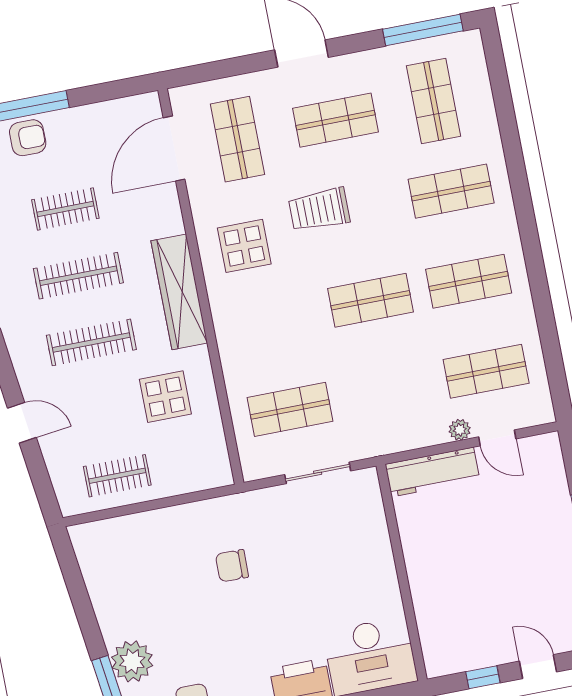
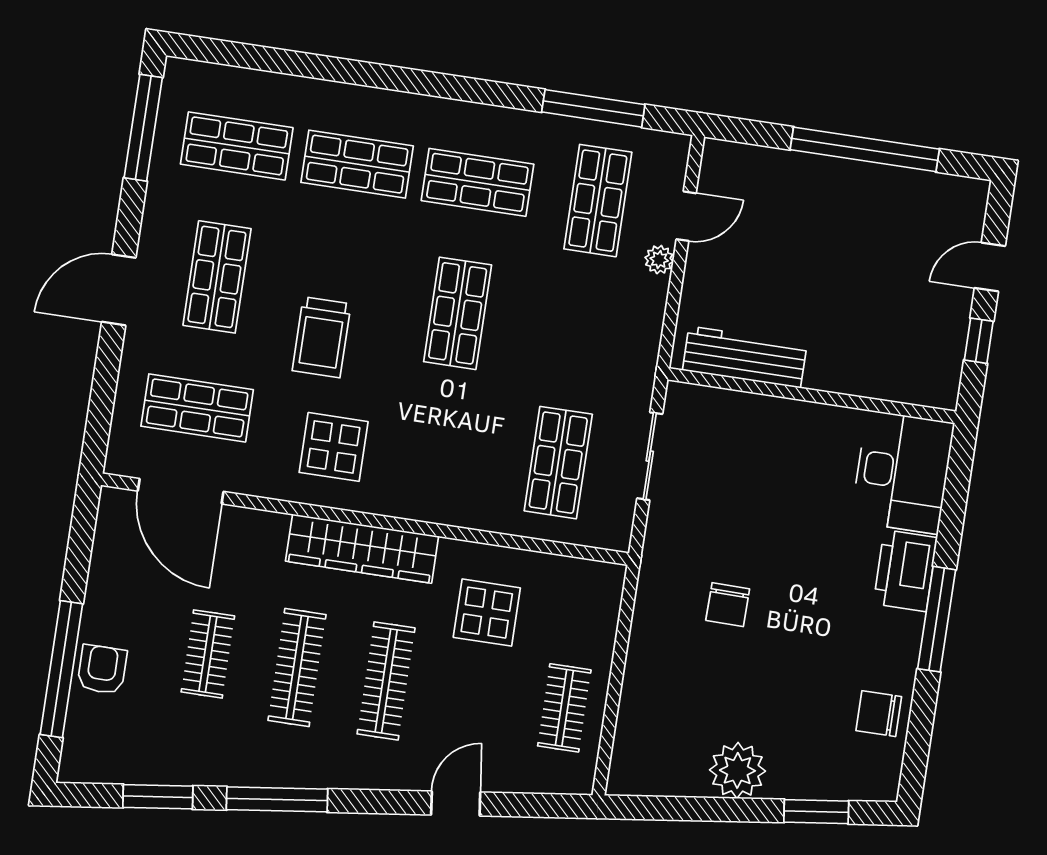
shop shelf: (451, 191) -> (357, 164), turned 90
shop shelf: (469, 281) -> (477, 182), turned 90
window: (550, 345) -> (593, 108), added
workbench: (432, 472) -> (745, 357), moved, turned -90
plant: (132, 661) -> (737, 770), moved

